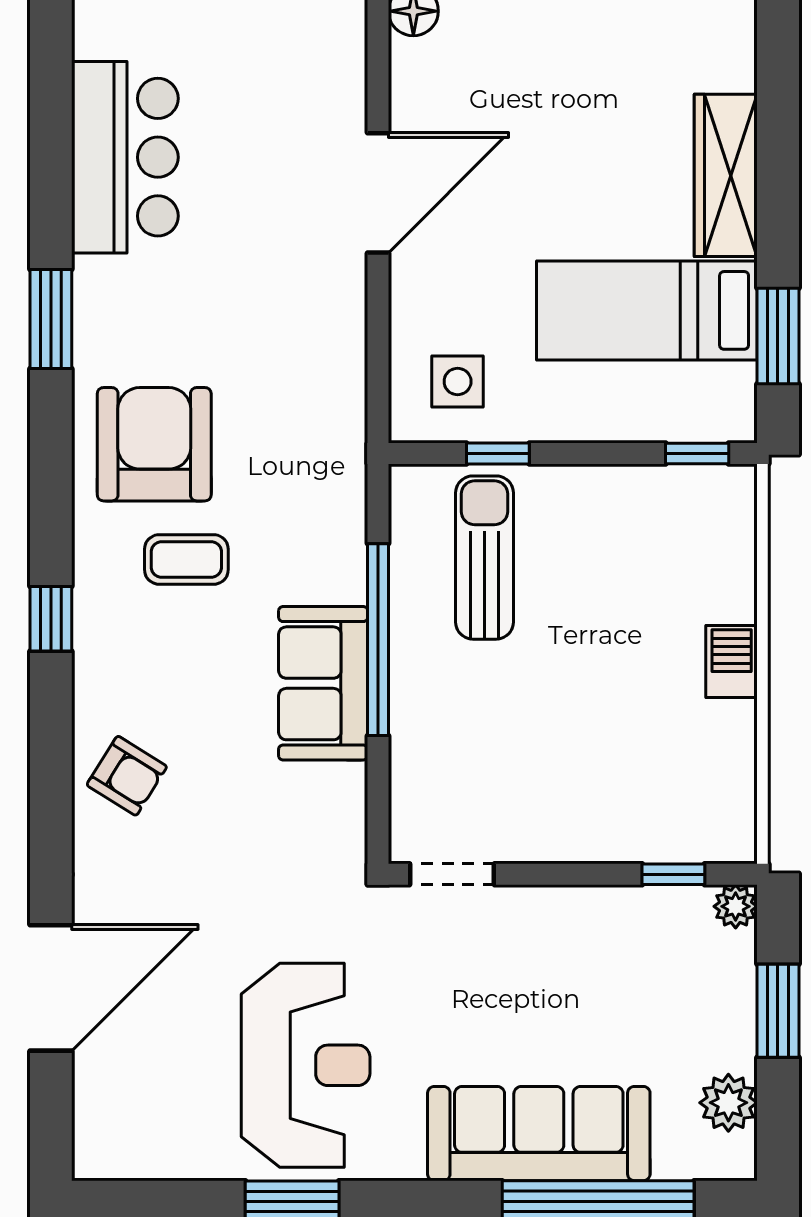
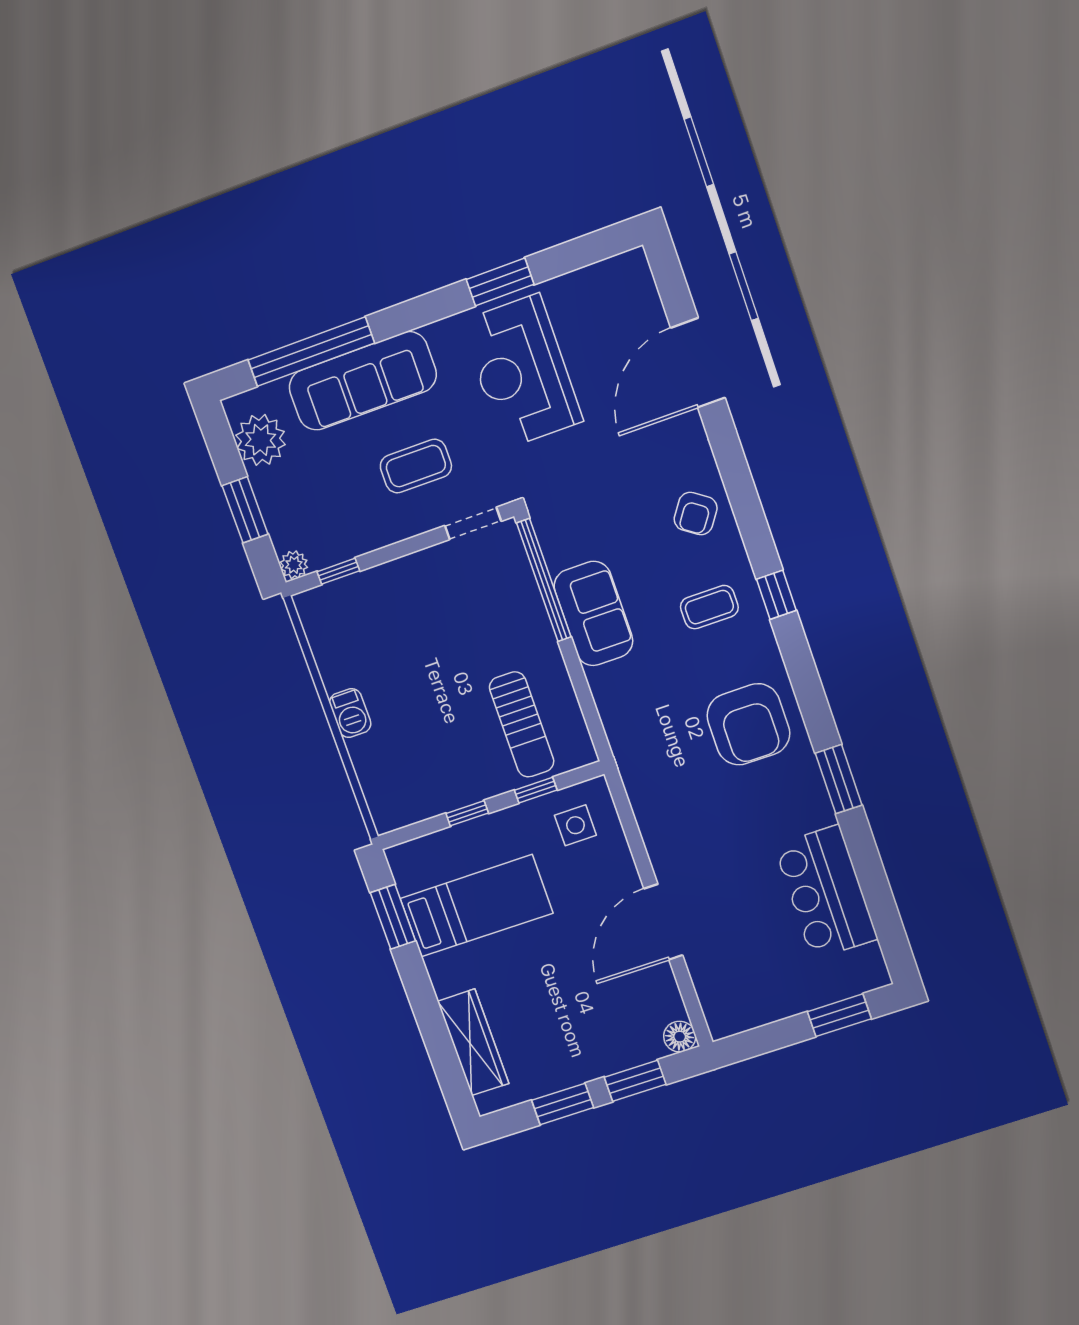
wardrobe: (726, 175) -> (473, 1042), moved
window: (697, 454) -> (467, 813), moved
coffee table: (186, 559) -> (709, 607), moved
window: (378, 640) -> (544, 580), moved
armchair: (127, 776) -> (696, 514), turned -87
coffee table: (506, 985) -> (416, 466), added
plant: (728, 1103) -> (261, 440), width x1.36, depth x1.36

